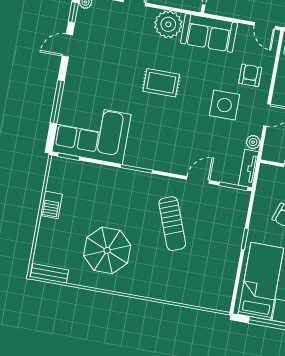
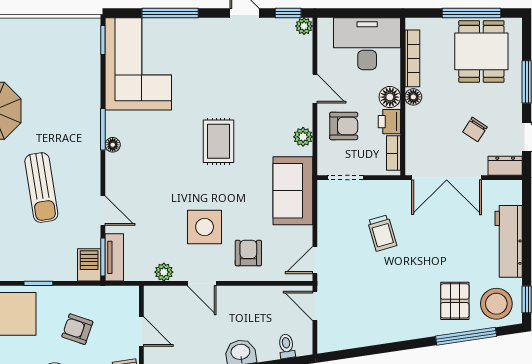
plant: (168, 24) -> (303, 137), width x0.53, depth x0.53
armchair: (250, 75) -> (248, 253), turned -90
floor lamp: (149, 164) -> (113, 145), added
tv unit: (248, 169) -> (114, 257), moved, turned 90
barbecue: (51, 205) -> (89, 265), moved, turned 90
sun lounger: (172, 224) -> (41, 188), turned -78

